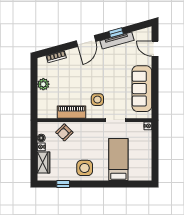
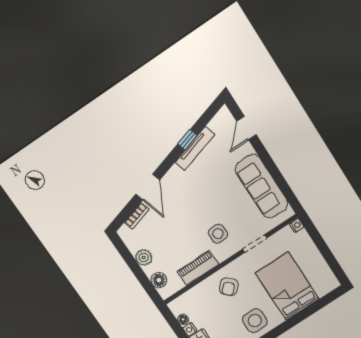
door: (86, 41) -> (148, 187), moved
door: (155, 49) -> (246, 128), hinge flipped
floor lamp: (43, 104) -> (159, 280), added
armchair: (64, 132) -> (229, 287), moved
bed: (118, 159) -> (287, 286), width x1.50

